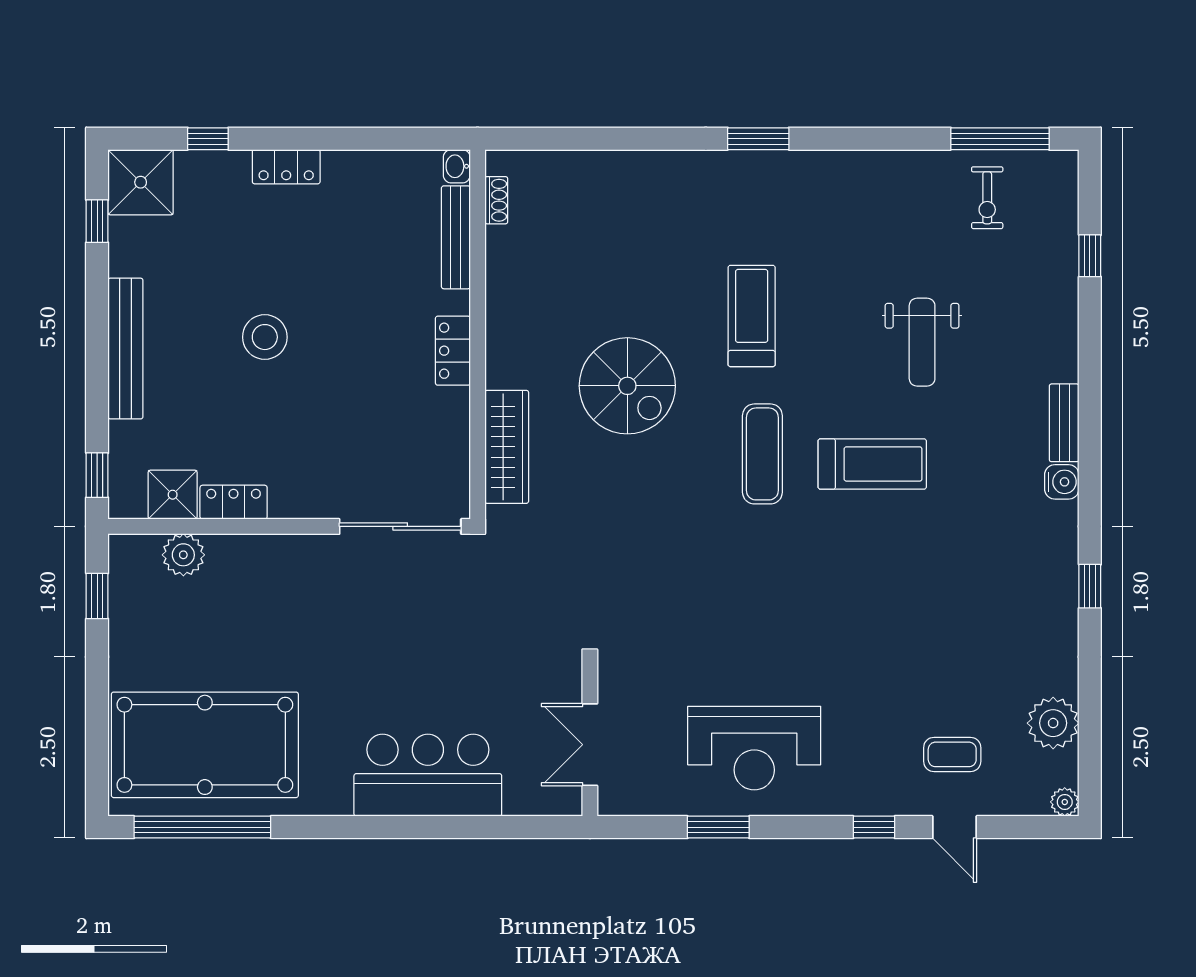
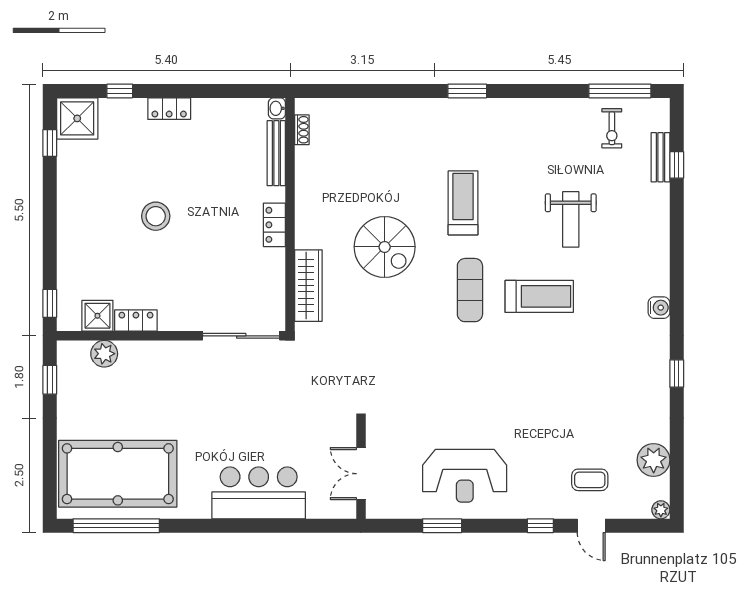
bench: (125, 349) -> (68, 223), removed
bench: (1064, 423) -> (660, 157), moved

